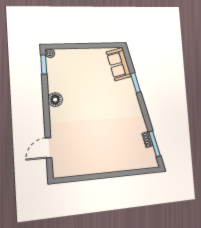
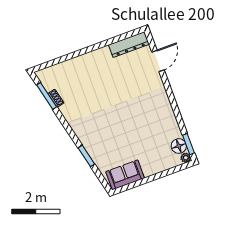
sofa: (119, 64) -> (125, 175), moved, turned -77
floor lamp: (55, 100) -> (179, 146), moved
dresser: (71, 170) -> (129, 44), added

